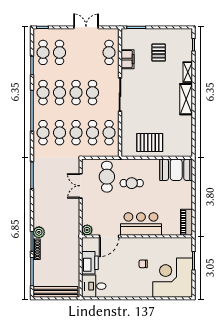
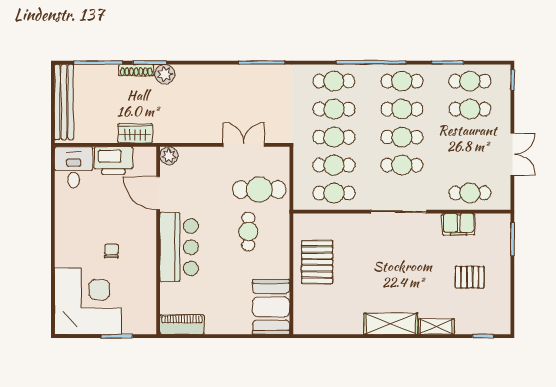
wardrobe: (74, 250) -> (135, 133), added

